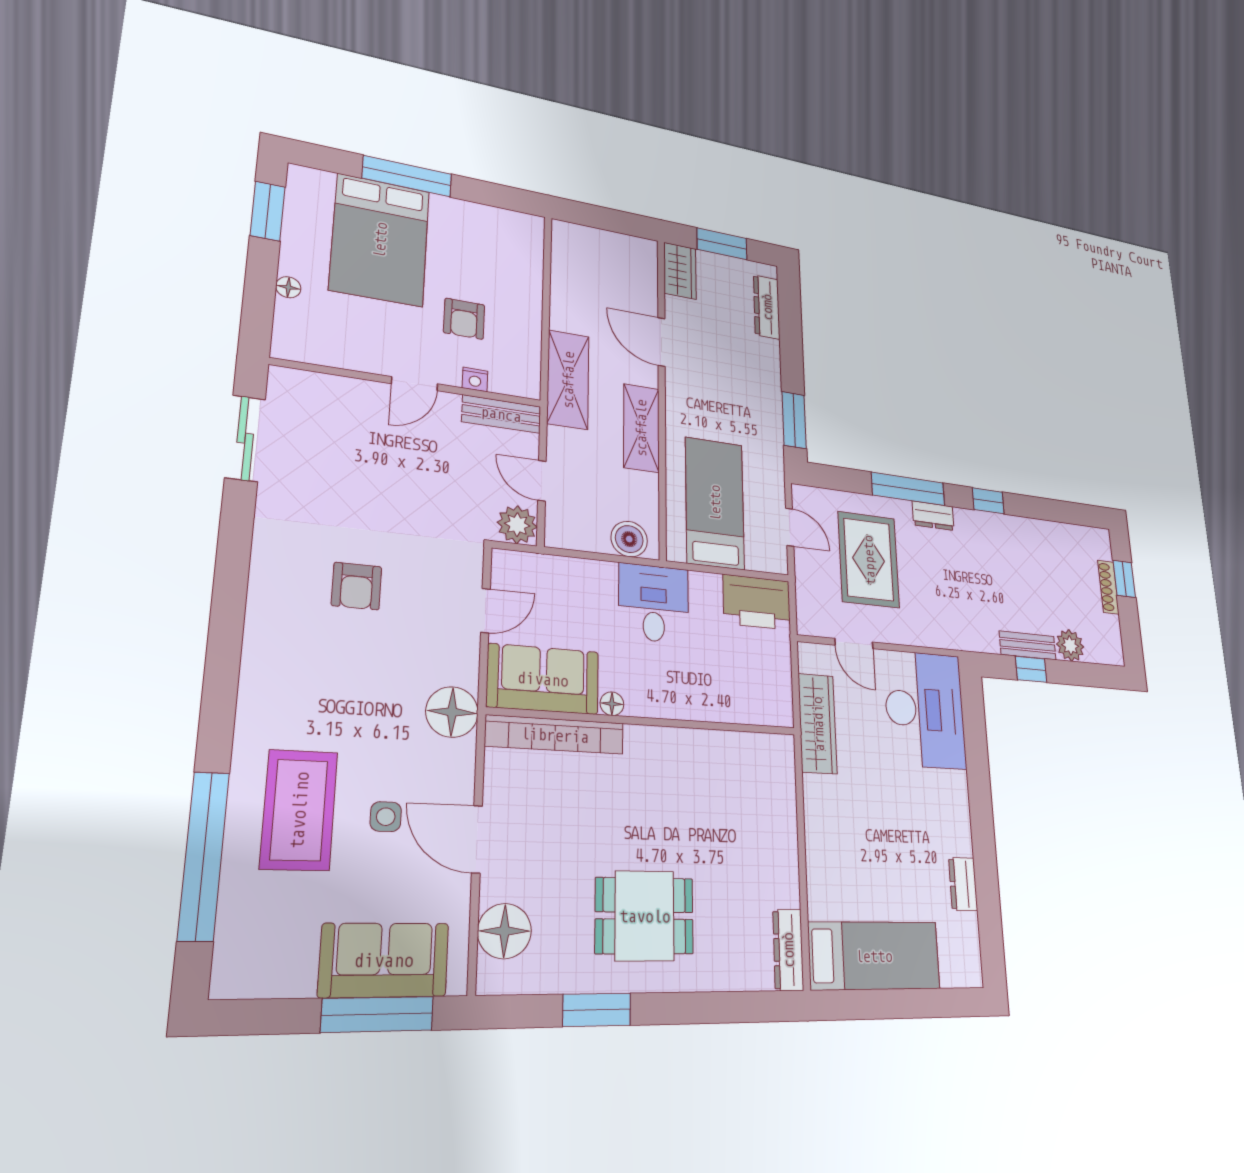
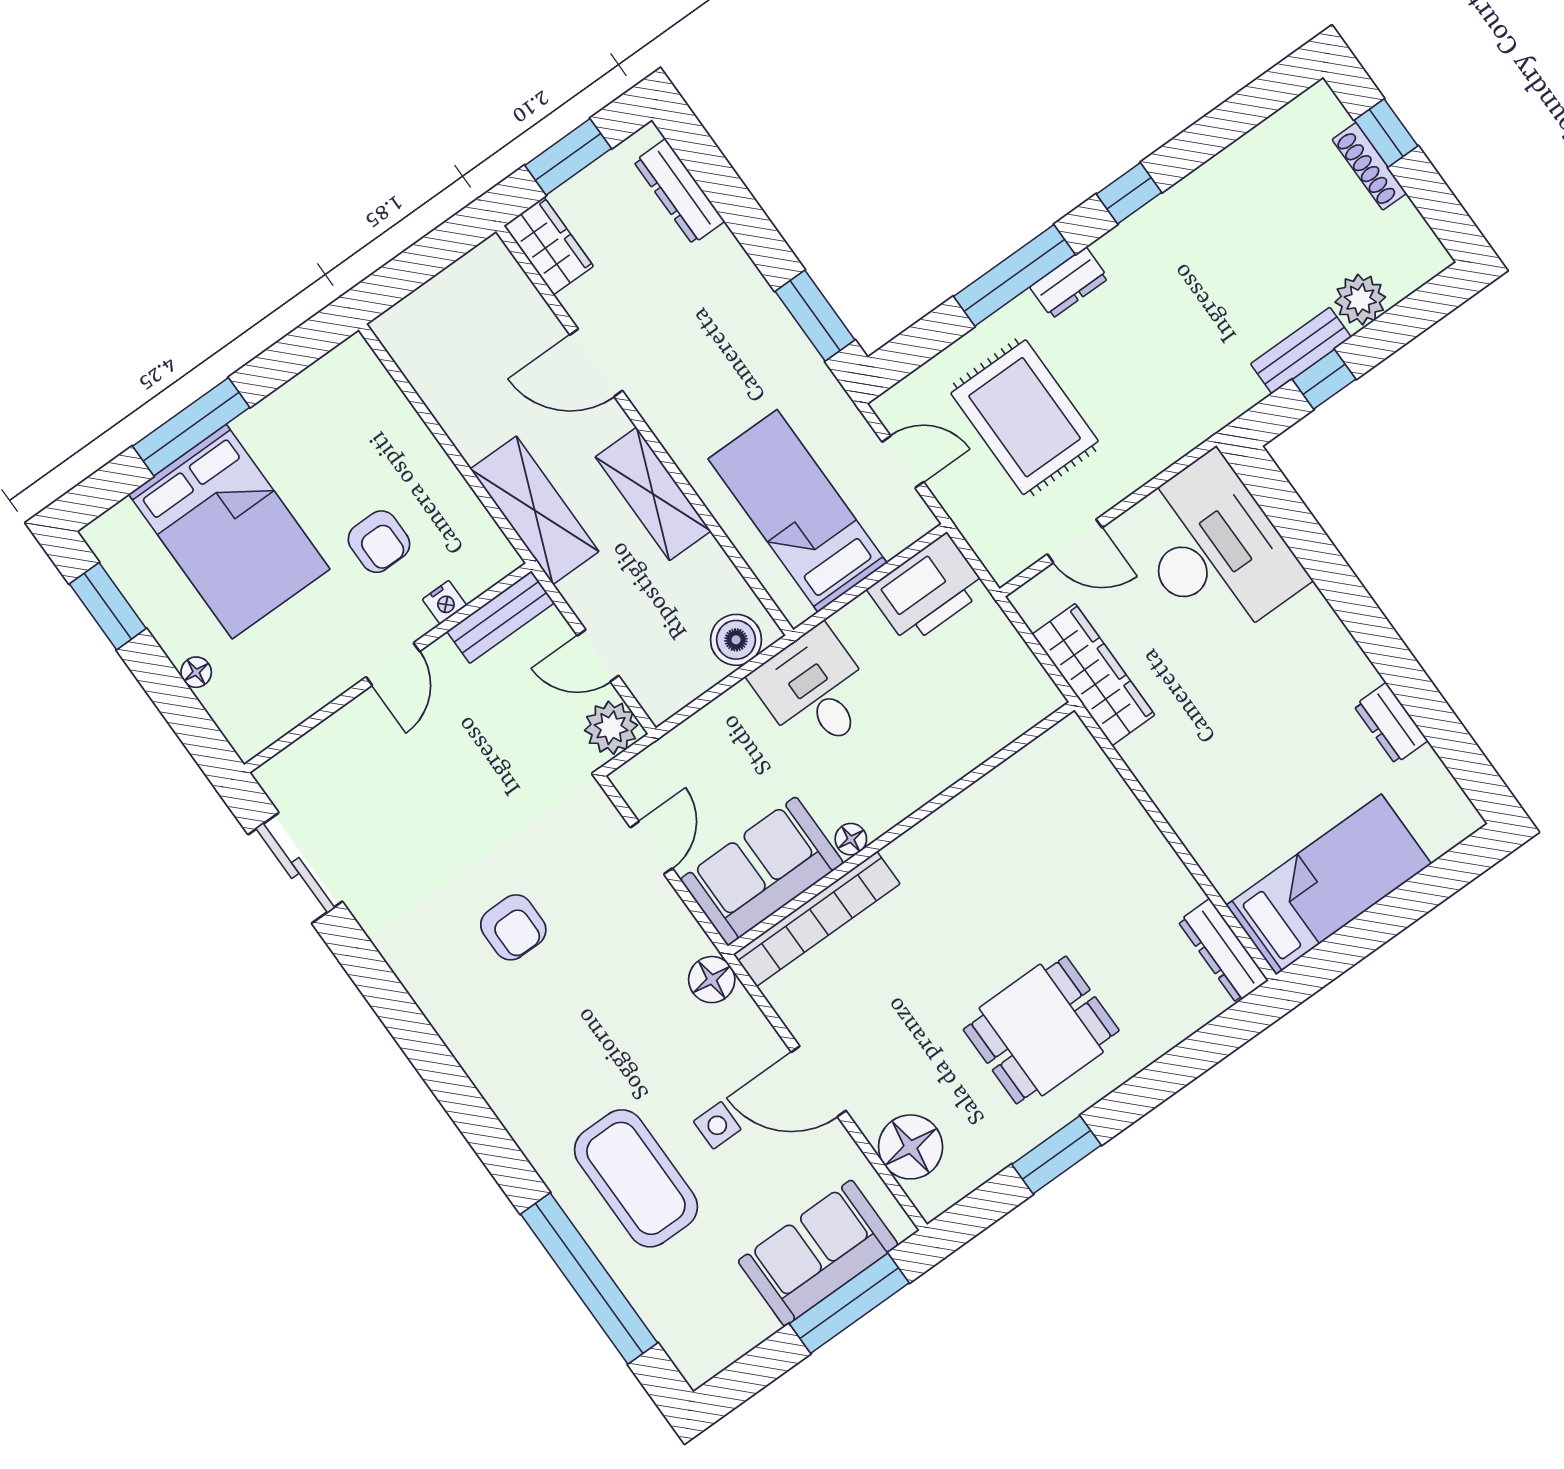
floor lamp: (452, 712) -> (712, 980), width x0.73, depth x0.73

